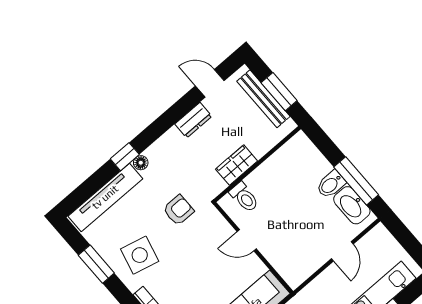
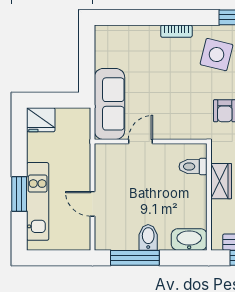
washbasin: (352, 205) -> (189, 240), moved
door: (247, 240) -> (141, 141), moved

